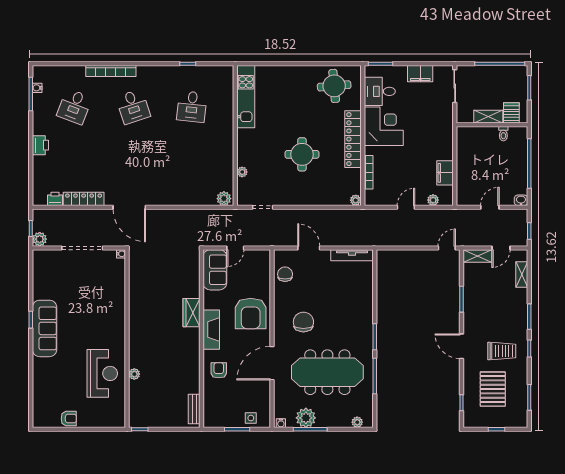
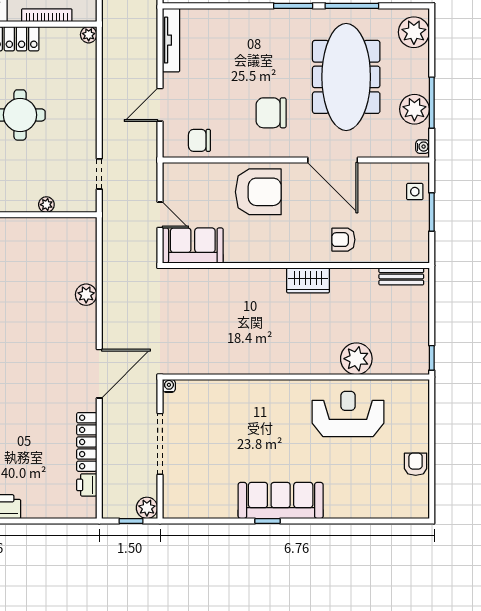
plant: (224, 199) -> (86, 295), moved
wardrobe: (192, 313) -> (308, 280), moved
fireplace: (211, 330) -> (282, 251), removed
plant: (134, 374) -> (356, 359), width x1.87, depth x1.87
plant: (357, 422) -> (414, 32), width x1.88, depth x1.88

